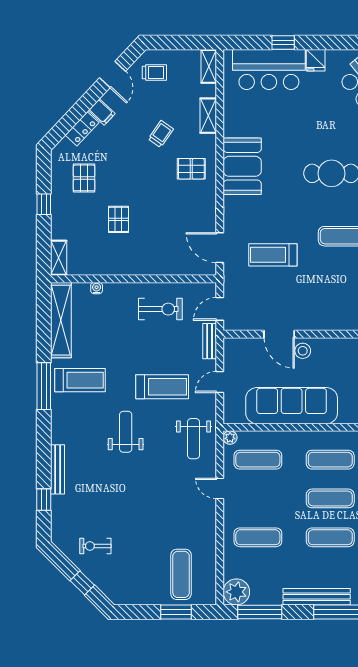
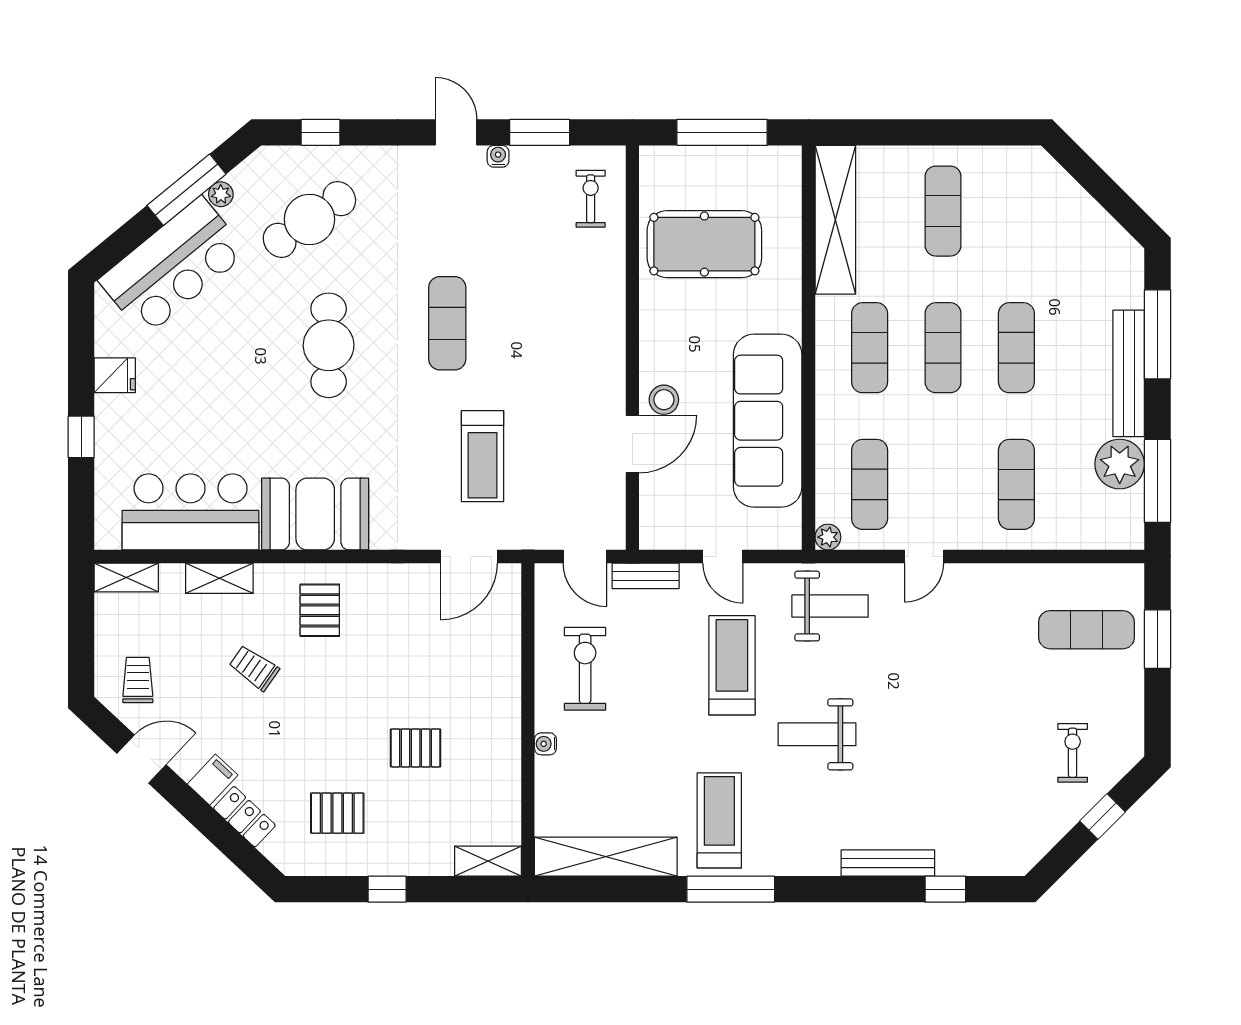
bar counter: (269, 69) -> (191, 512), moved, turned -90
water cooler: (97, 288) -> (545, 744), moved
exercise bike: (95, 546) -> (1073, 753), moved, turned 180
plant: (236, 592) -> (1120, 464), moved

